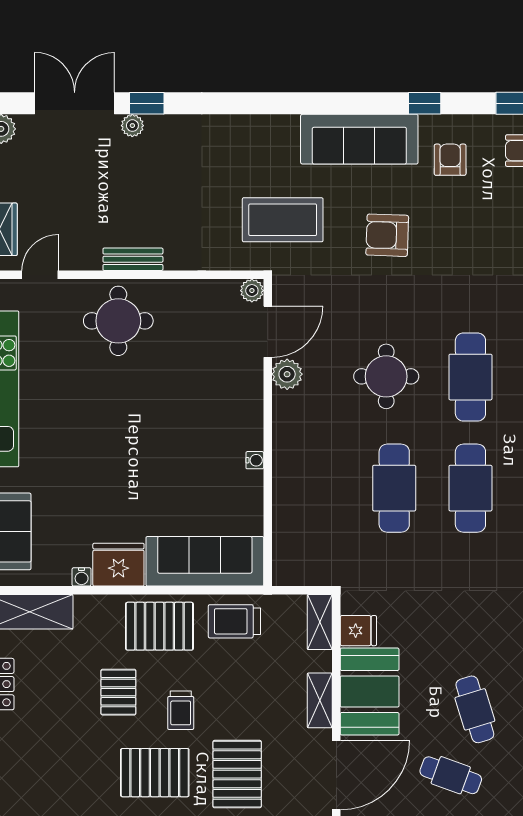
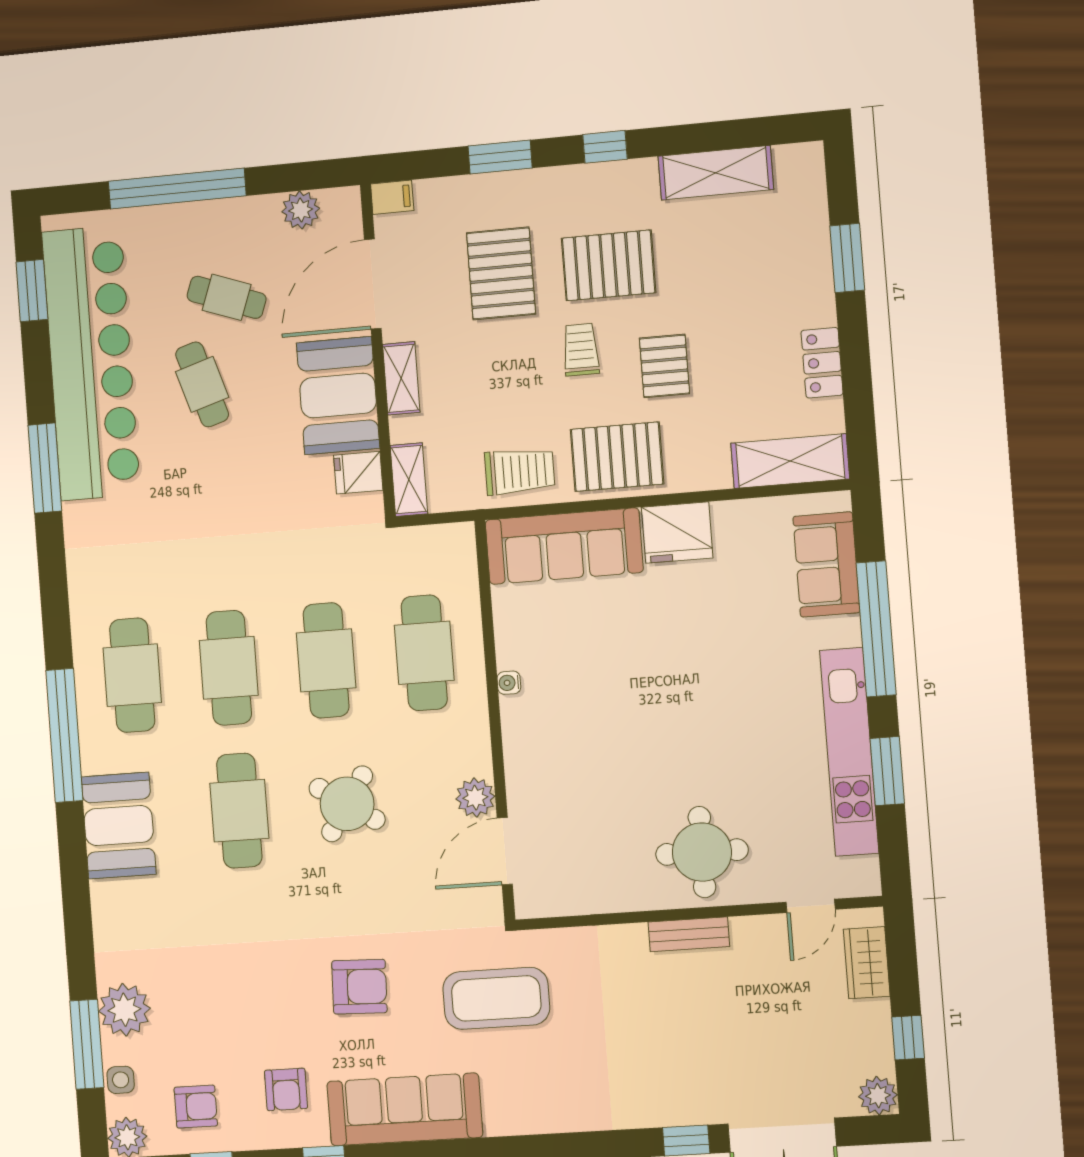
plant: (132, 126) -> (703, 1110), removed
plant: (252, 291) -> (529, 904), removed
round table: (386, 376) -> (347, 804), turned 33
cafe table: (318, 488) -> (424, 653), added
water cooler: (82, 577) -> (725, 512), removed

